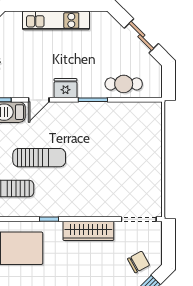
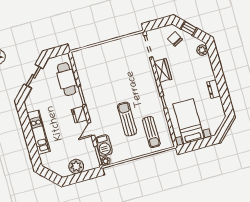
cafe table: (124, 84) -> (67, 79), width x1.37, depth x1.35
door: (39, 100) -> (91, 129), swing flipped
wardrobe: (88, 231) -> (163, 70), width x0.67

